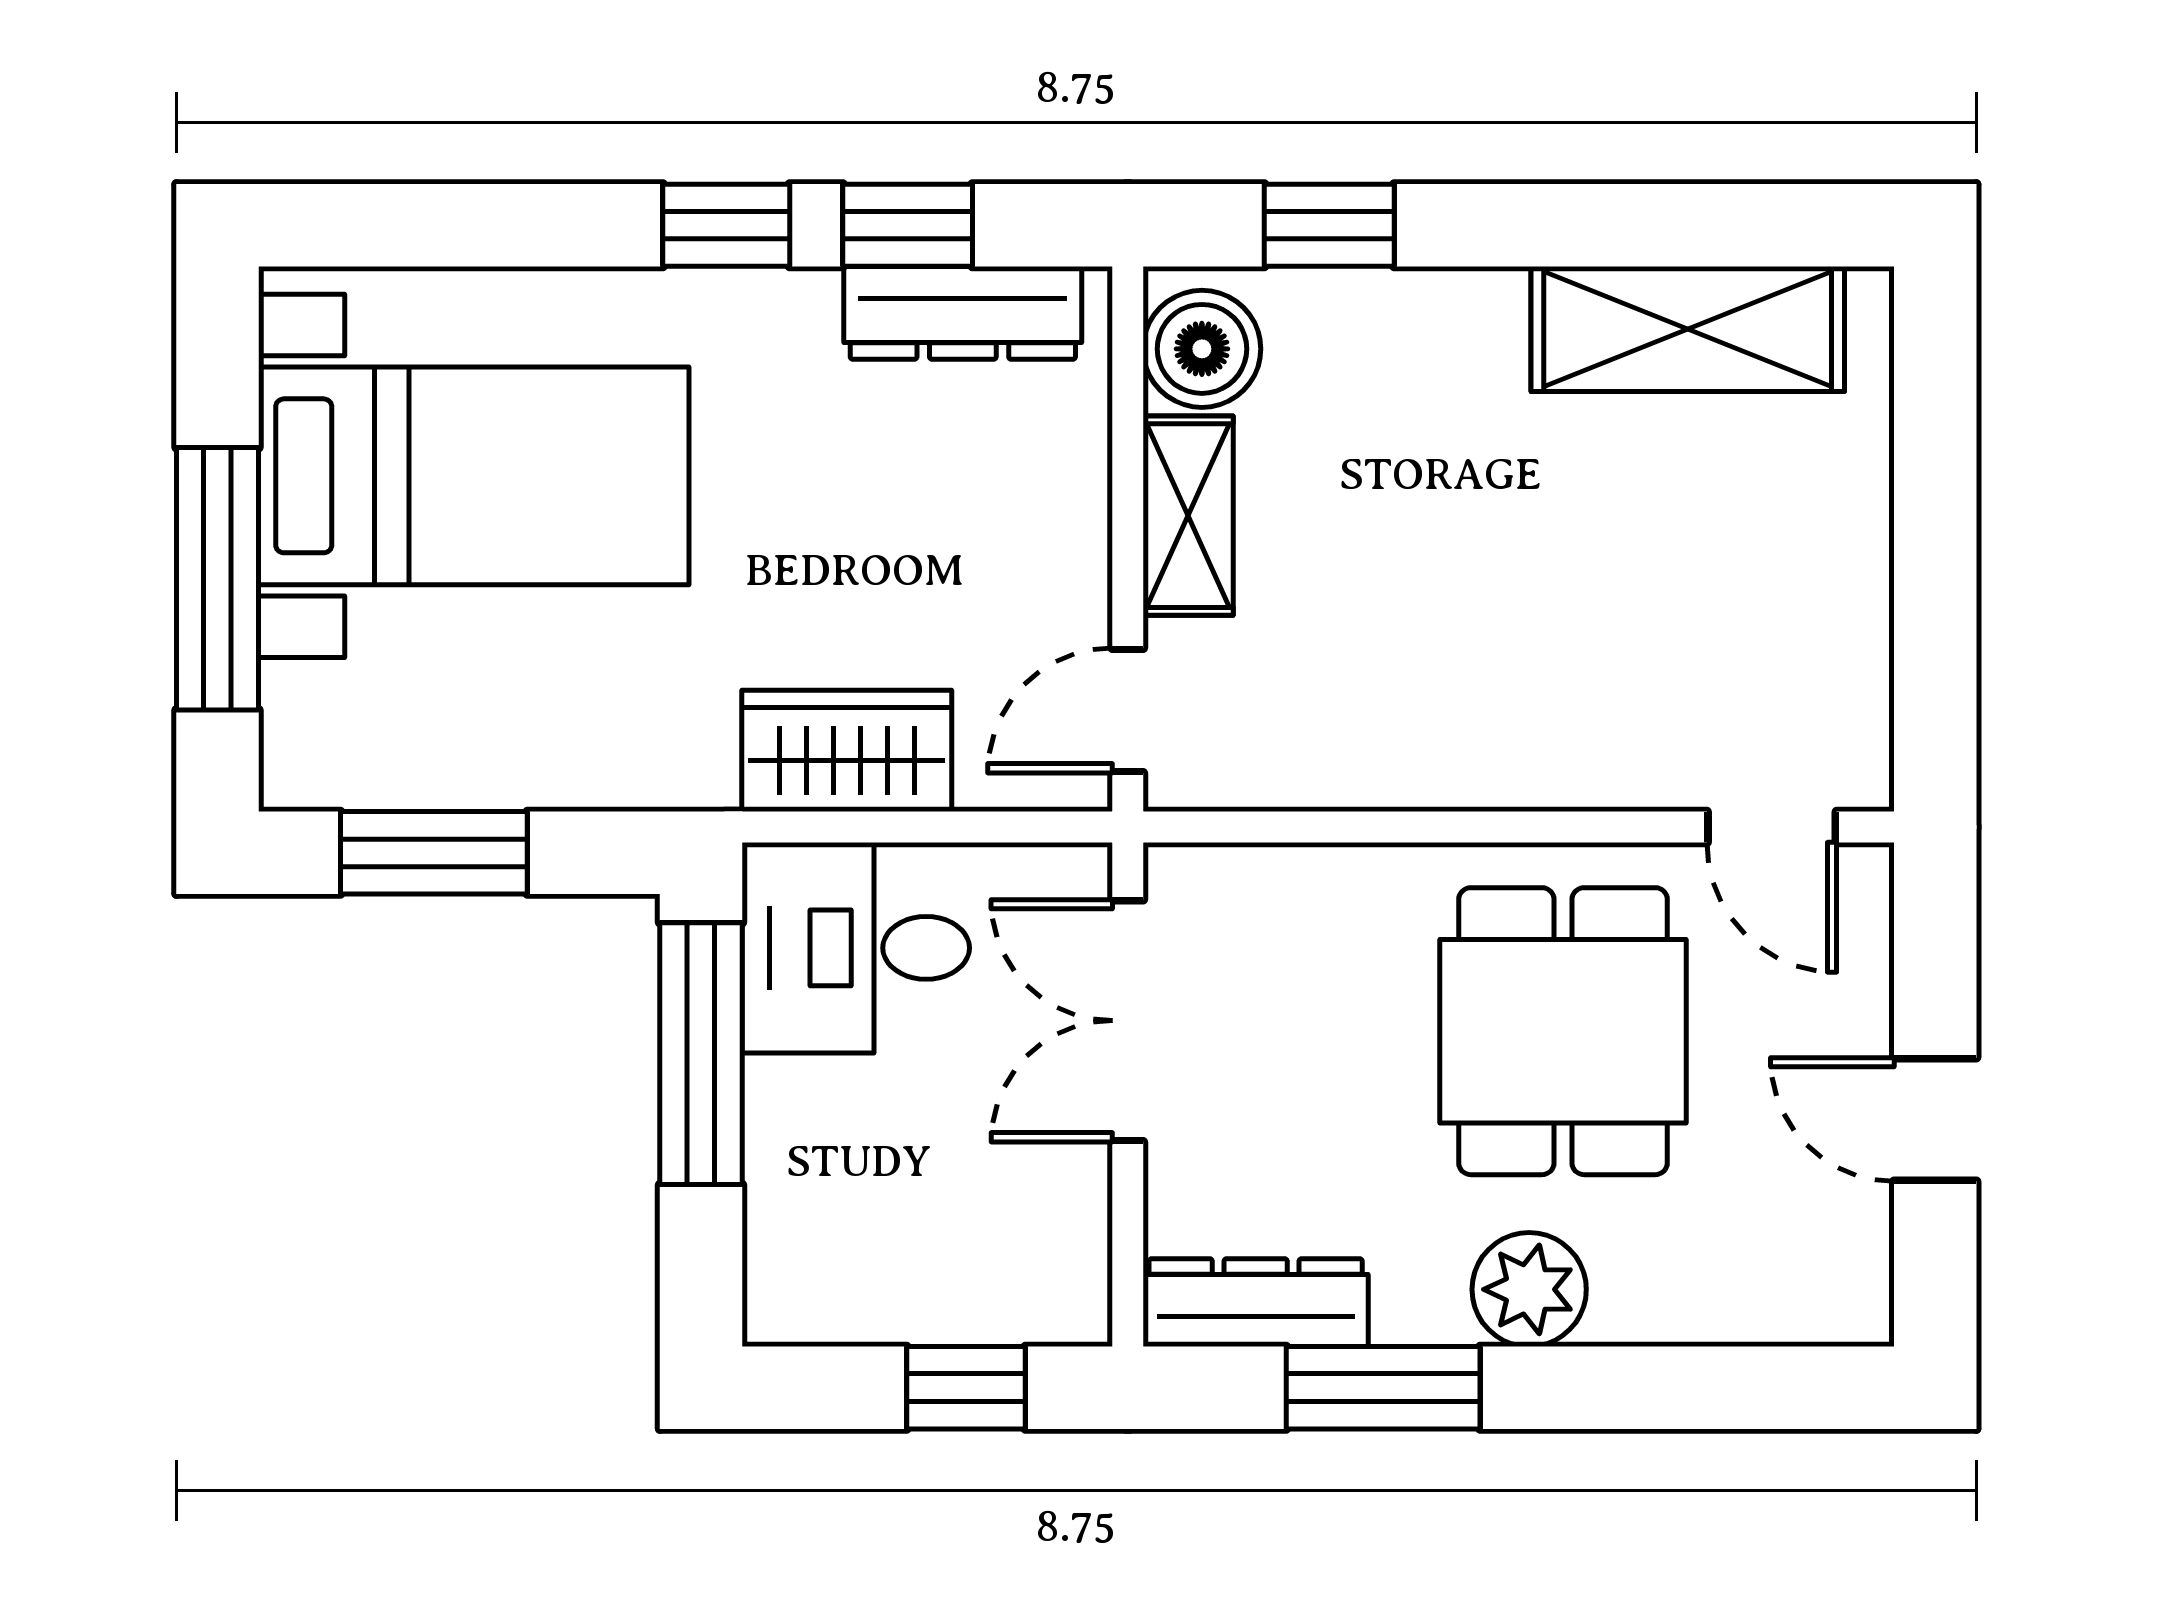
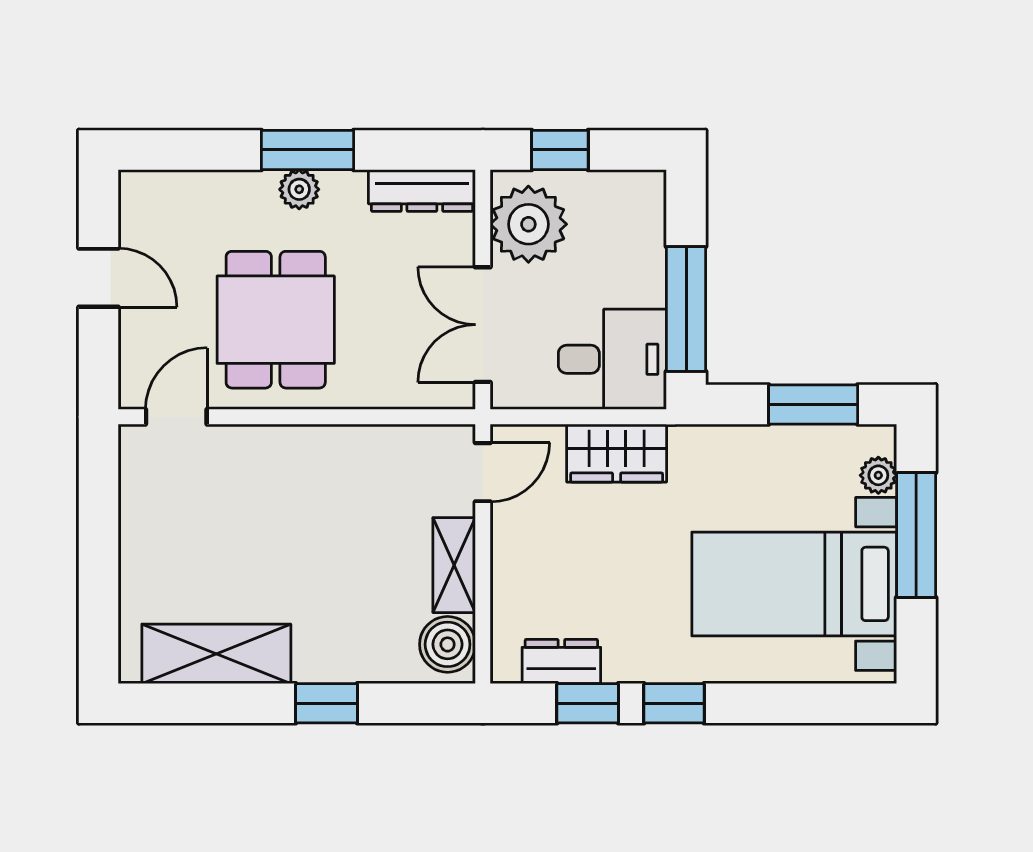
window: (1329, 225) -> (327, 703), moved
dresser: (963, 313) -> (561, 662), width x0.70
plant: (297, 704) -> (878, 475), added
door: (1772, 827) -> (176, 417), hinge flipped
double door: (1128, 1021) -> (483, 325), swing flipped
plant: (1032, 1232) -> (528, 224), added
plant: (1529, 1289) -> (299, 189), width x0.73, depth x0.73
window: (1383, 1388) -> (307, 150), moved

